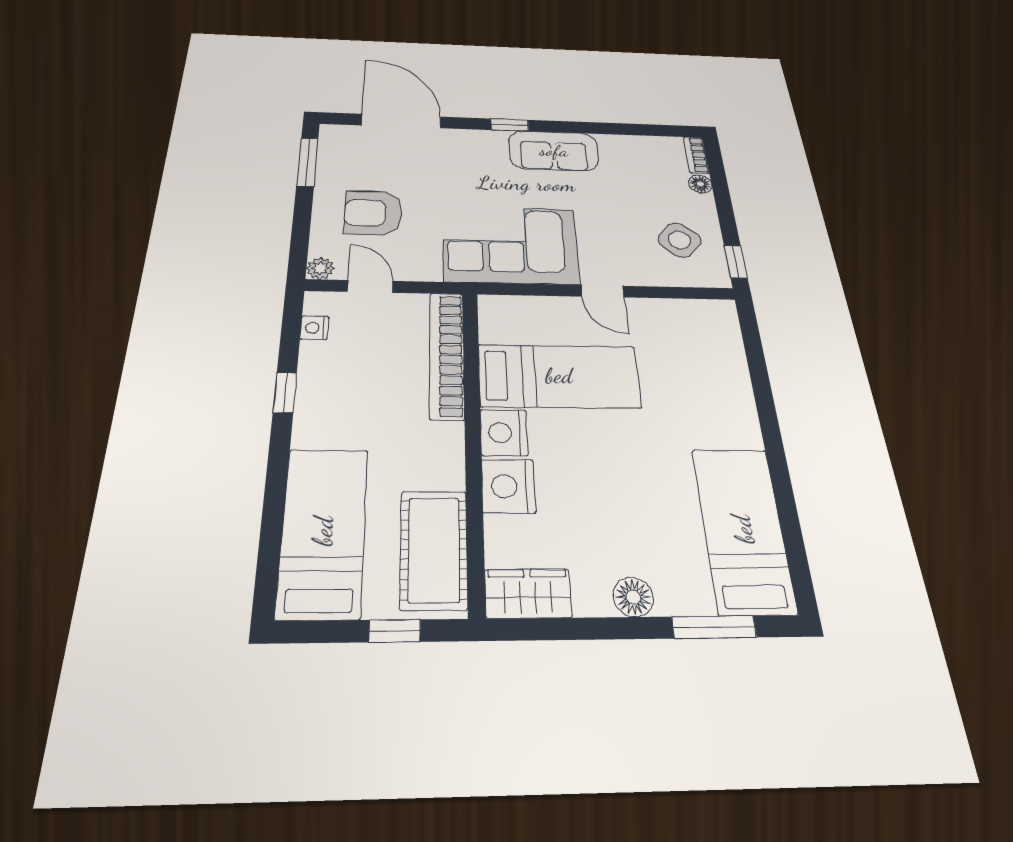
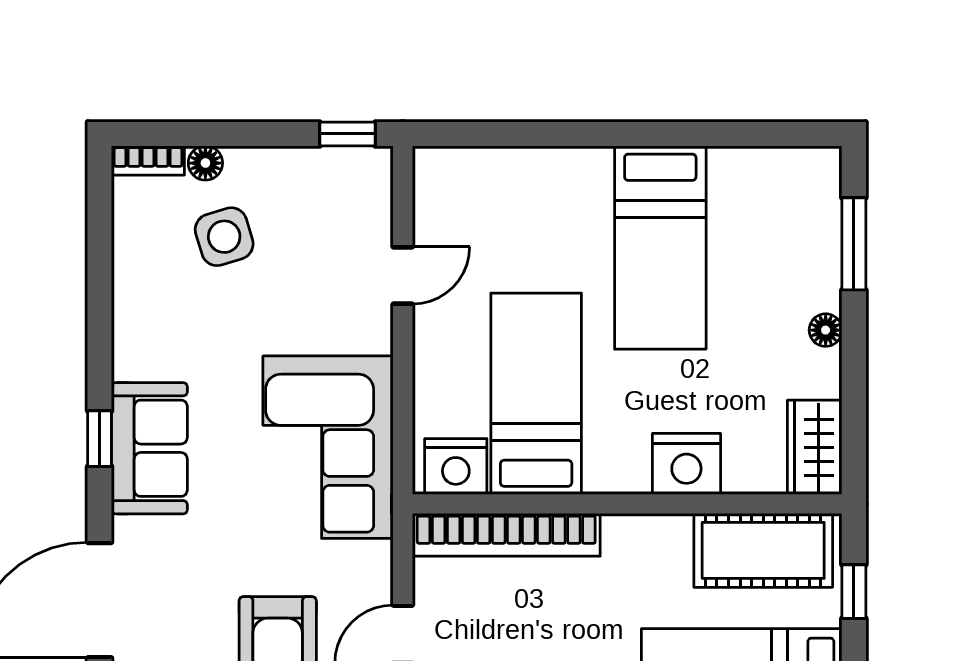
sofa: (554, 151) -> (149, 448), moved
side table: (680, 240) -> (224, 237), moved, turned 32
door: (602, 291) -> (403, 276), moved
nightstand: (504, 433) -> (456, 466), moved
bed: (743, 529) -> (660, 248), moved, turned -90
floor lamp: (633, 597) -> (826, 330), width x0.73, depth x0.73

